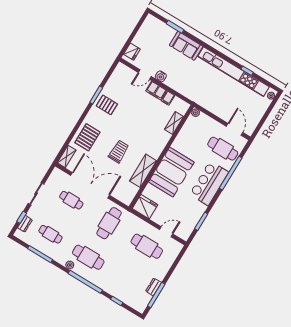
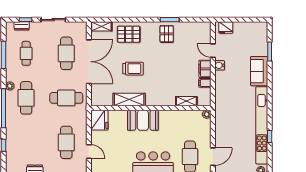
booth: (171, 172) -> (143, 120), width x0.73, depth x0.70
cafe table: (71, 200) -> (66, 53), width x1.37, depth x1.35

